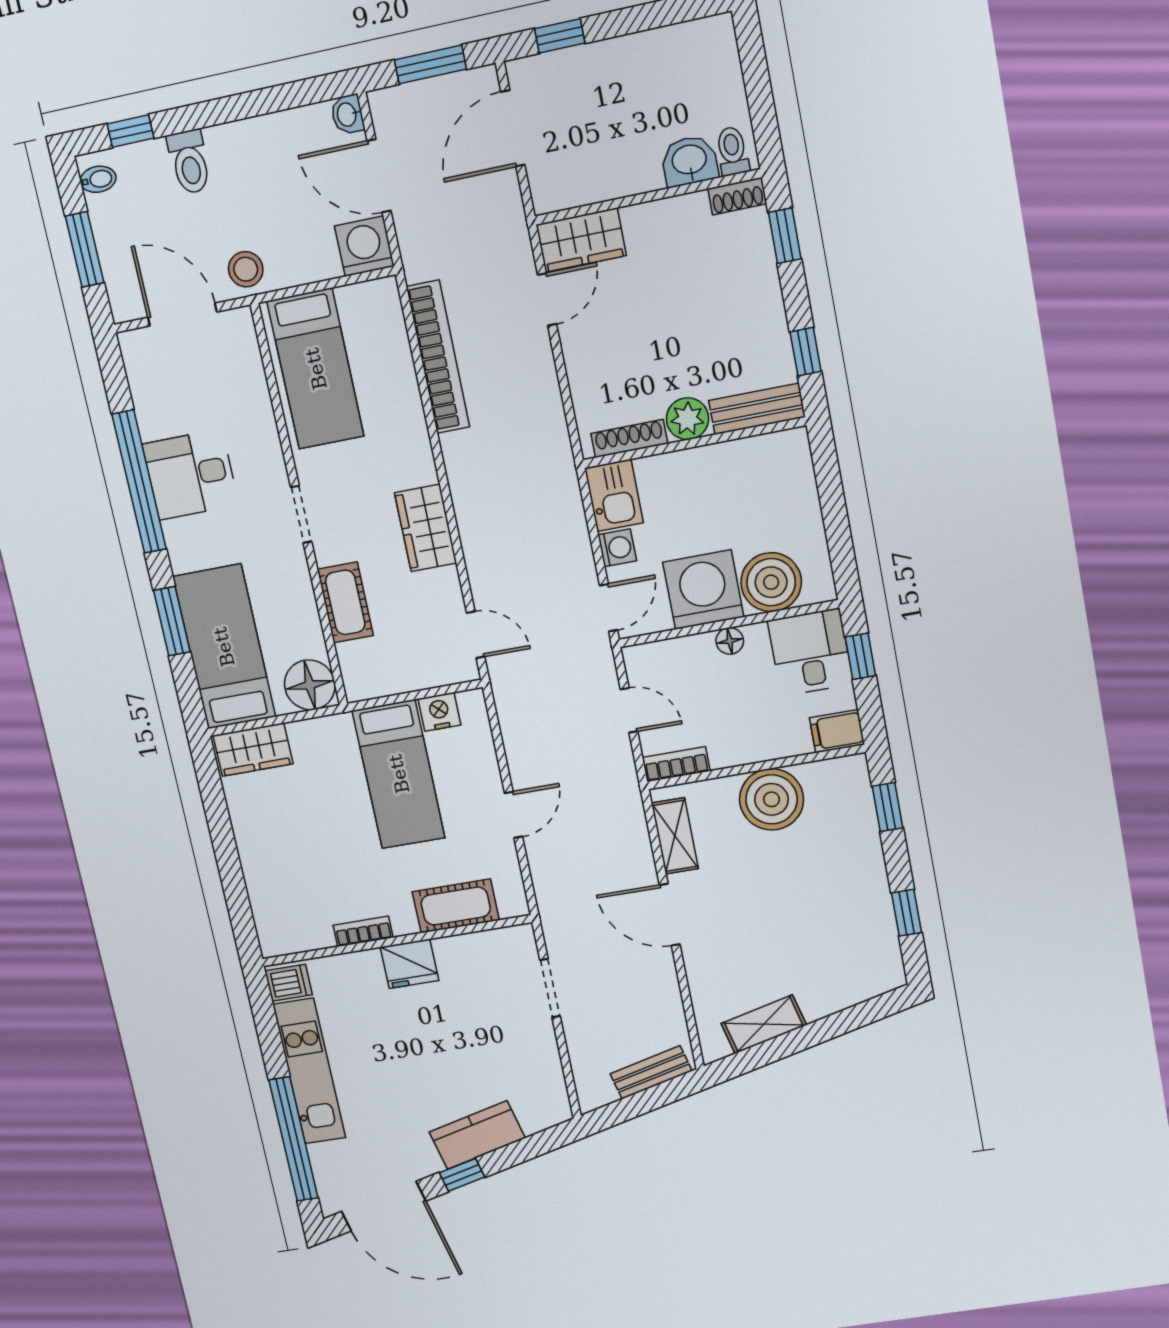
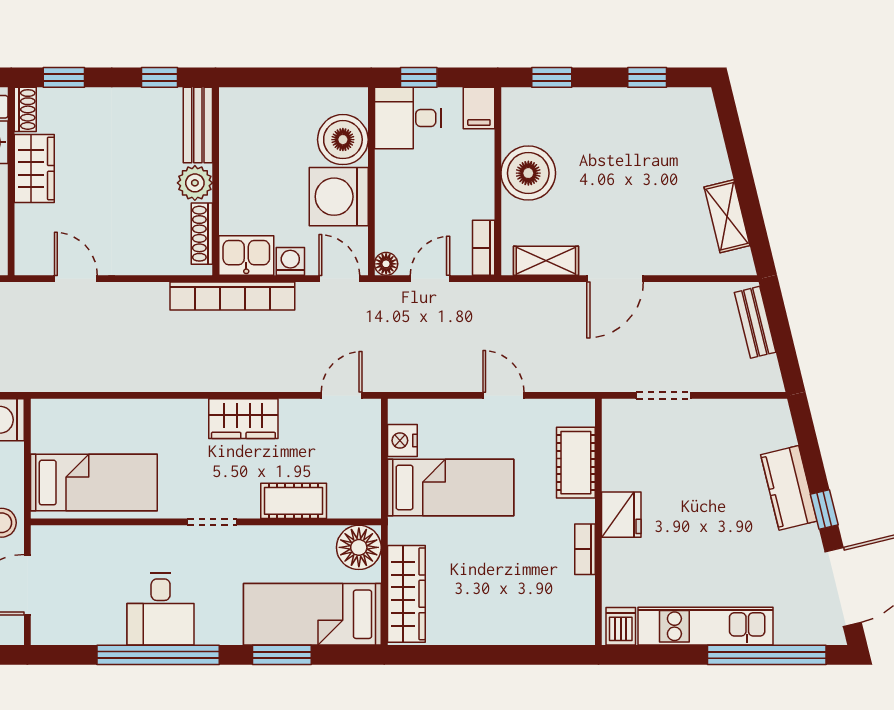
wardrobe: (581, 240) -> (34, 168), moved
bookcase: (438, 357) -> (232, 296), moved, turned 180
floor lamp: (730, 641) -> (386, 264), moved
wardrobe: (253, 750) -> (406, 594), width x1.50

